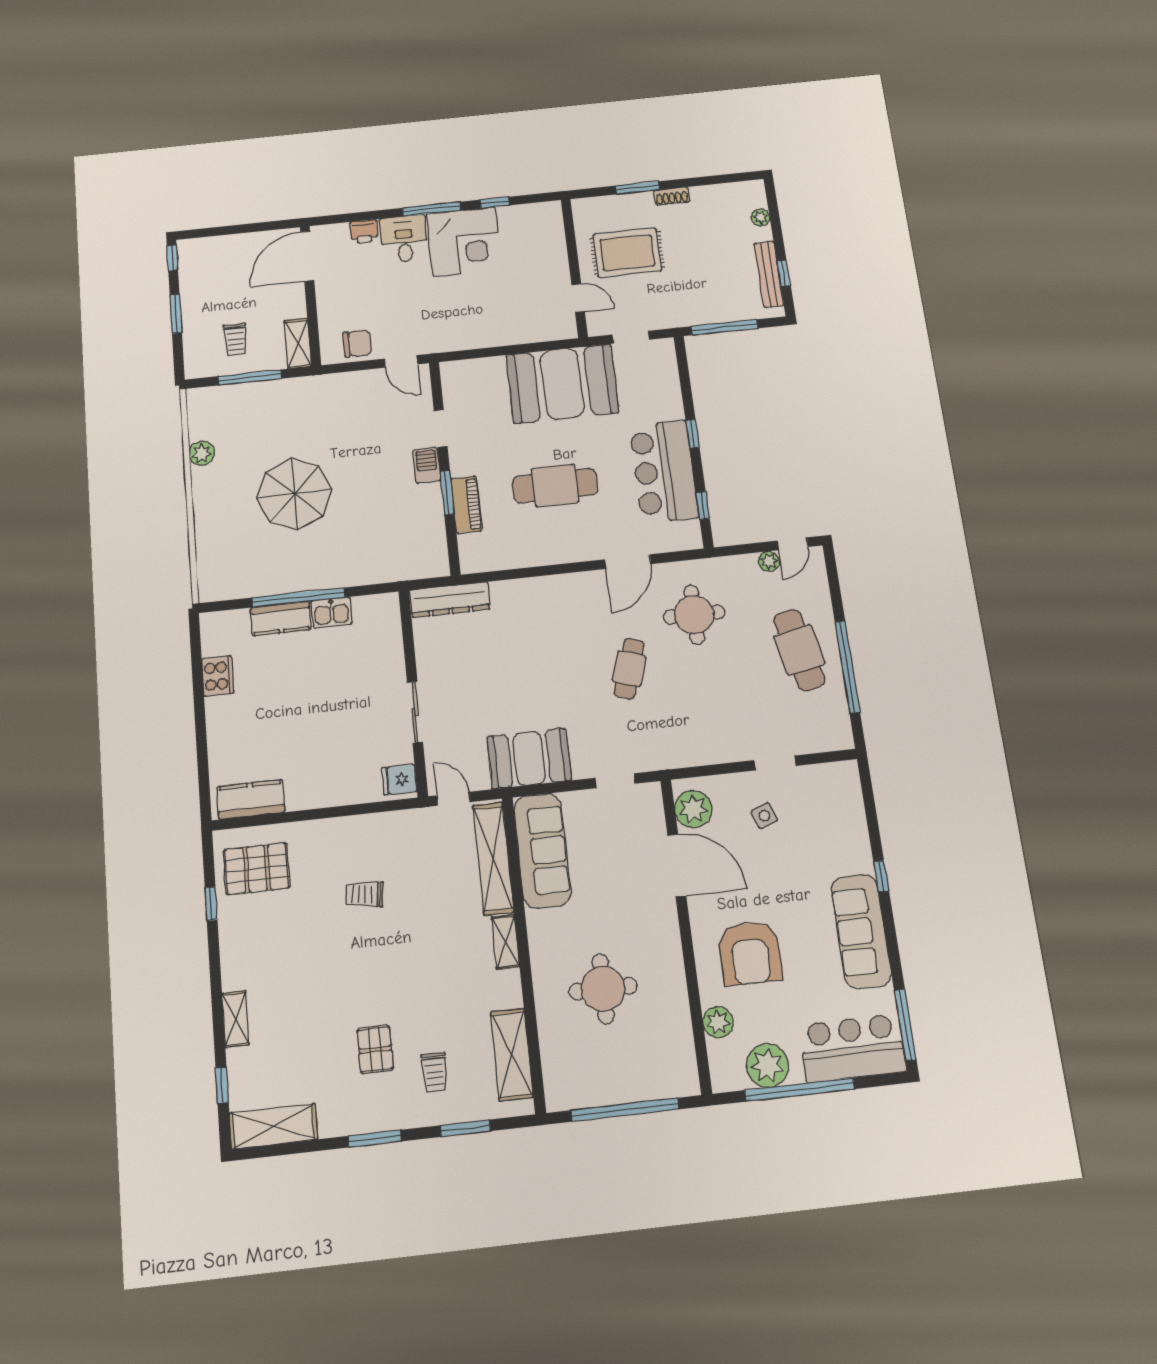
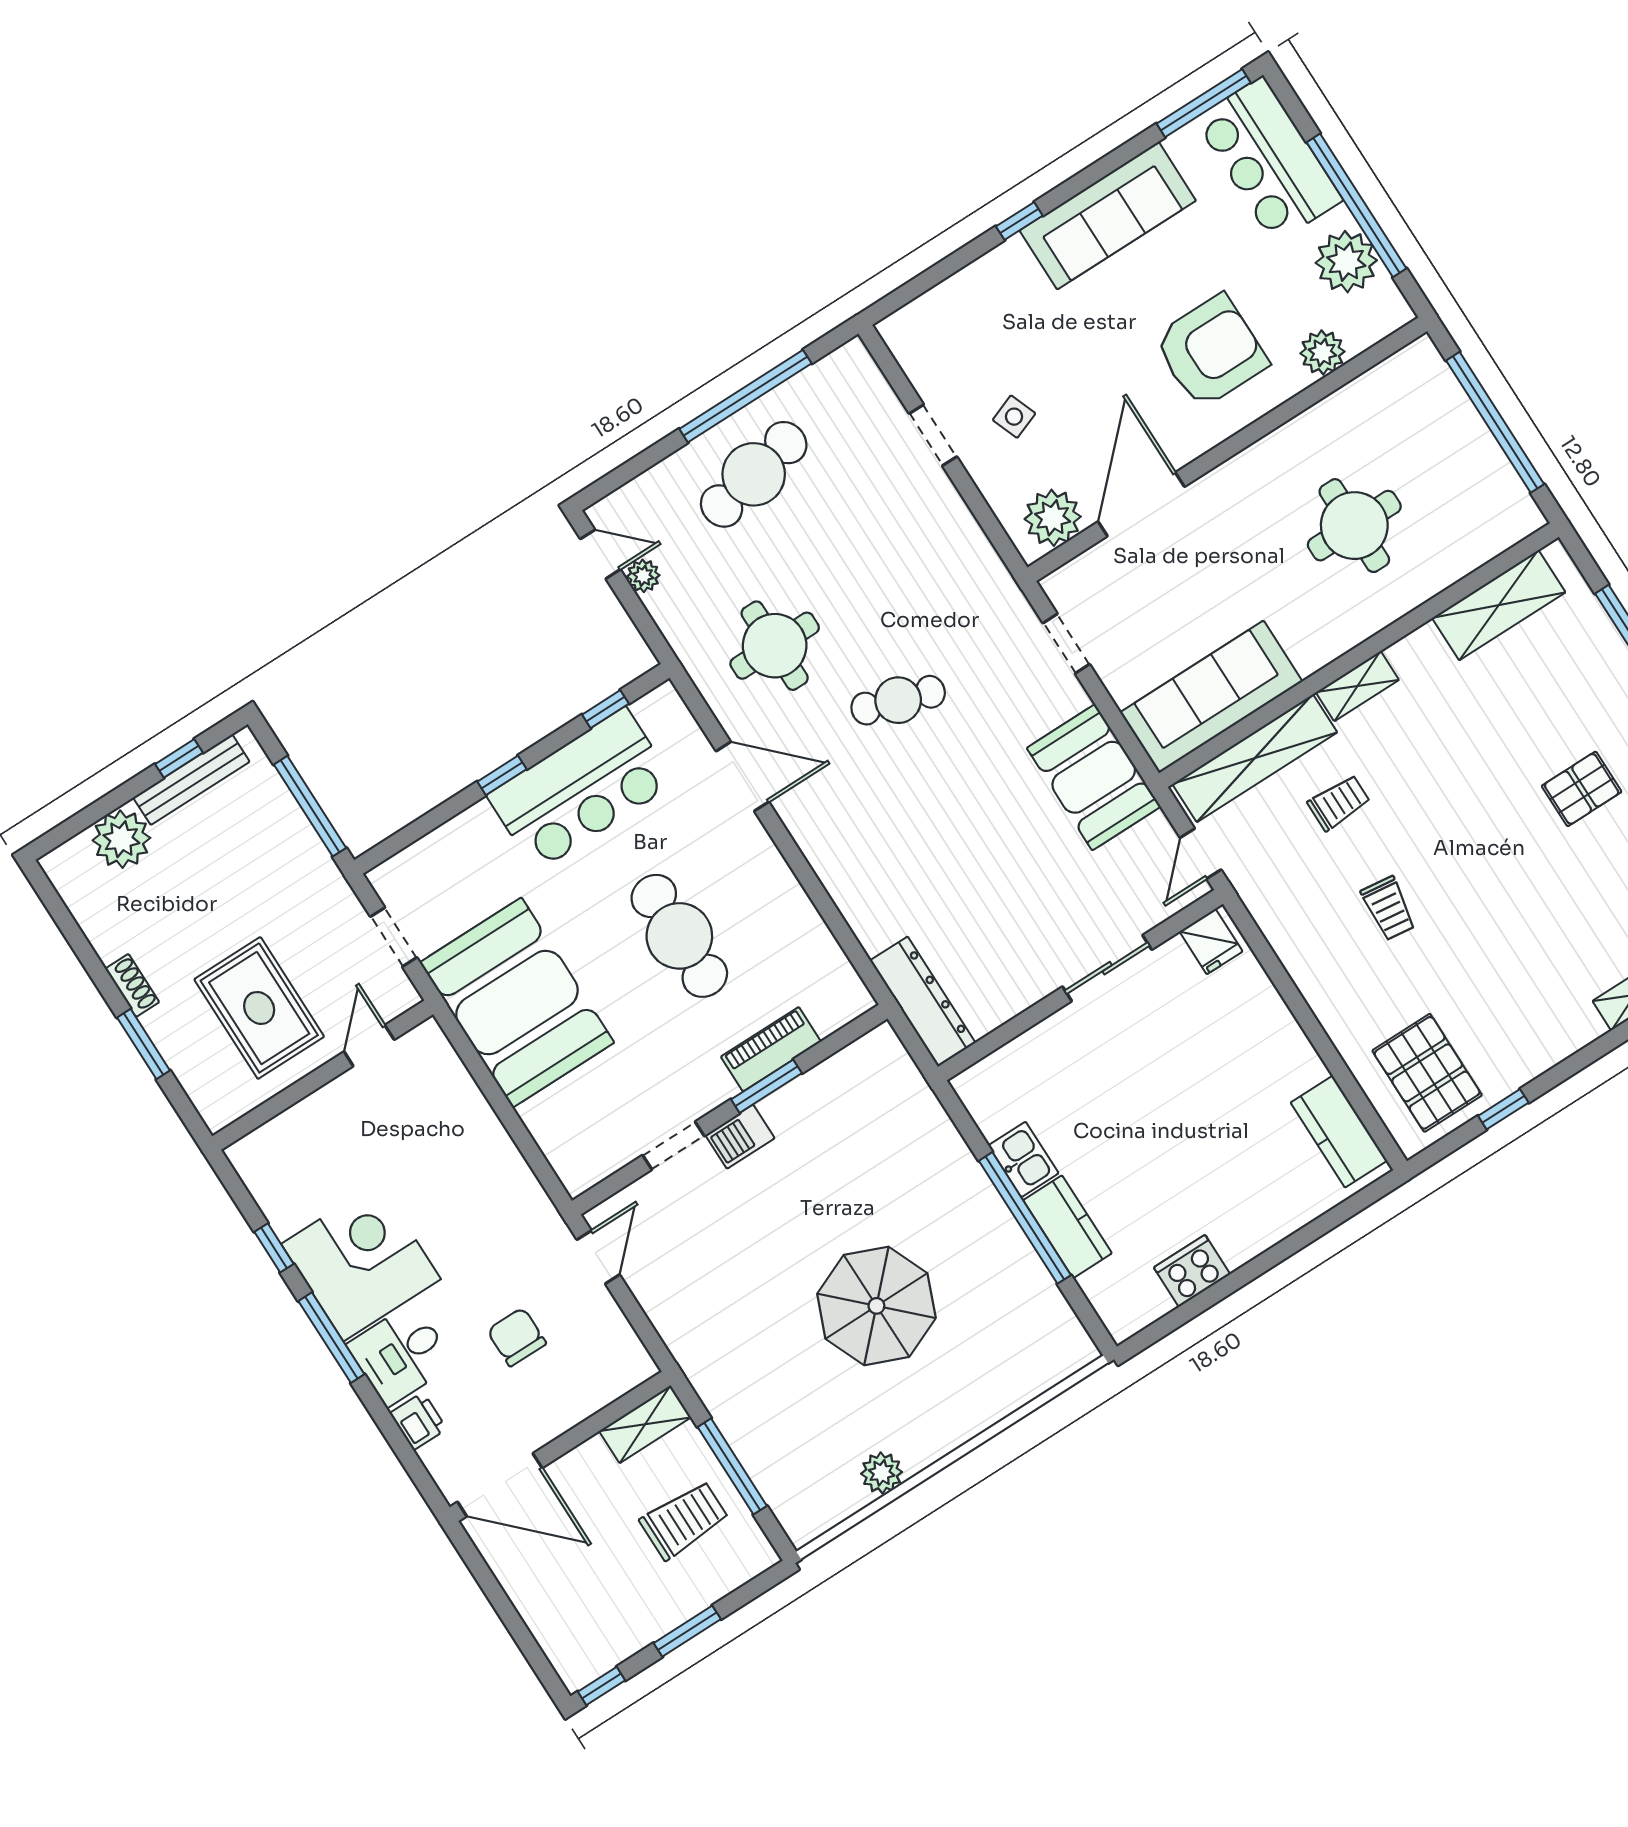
plant: (761, 217) -> (121, 839), width x1.88, depth x1.88
trolley: (235, 340) -> (684, 1520), width x1.36, depth x1.39
chair: (357, 343) -> (517, 1337), moved
trolley: (435, 1072) -> (1339, 803), moved

